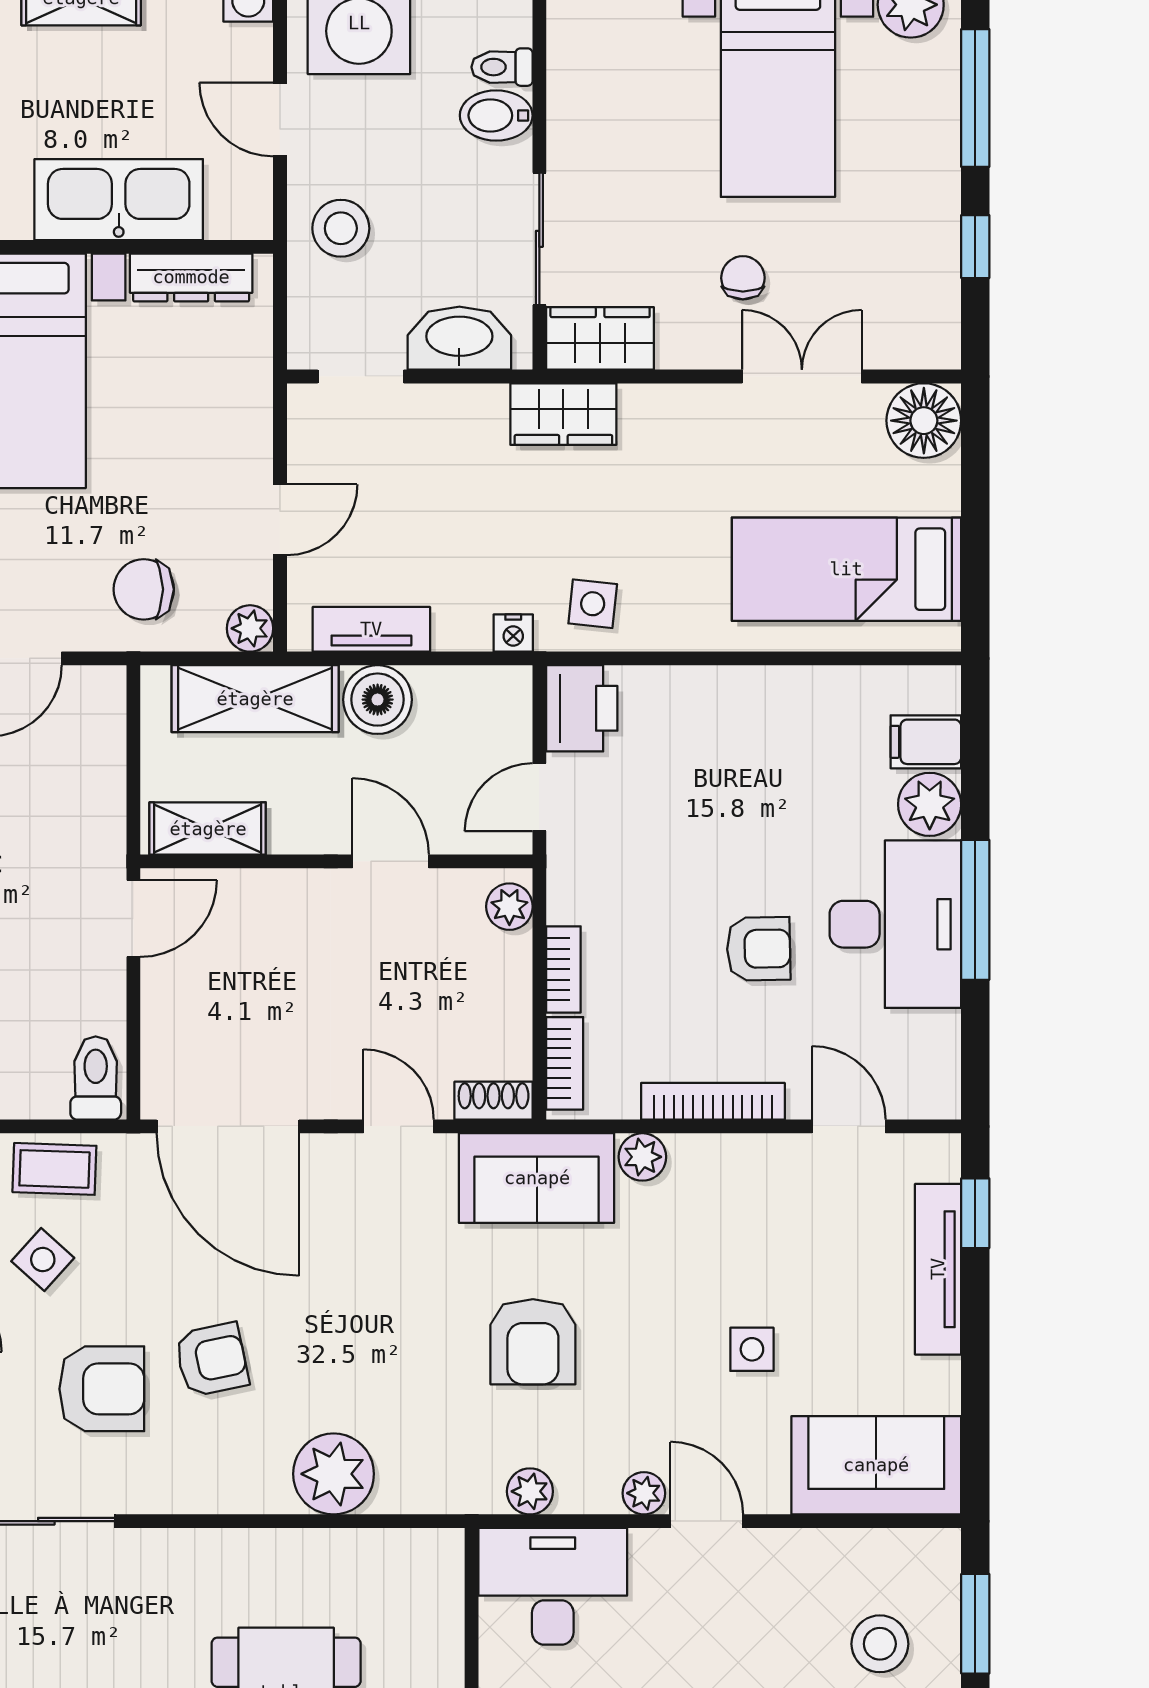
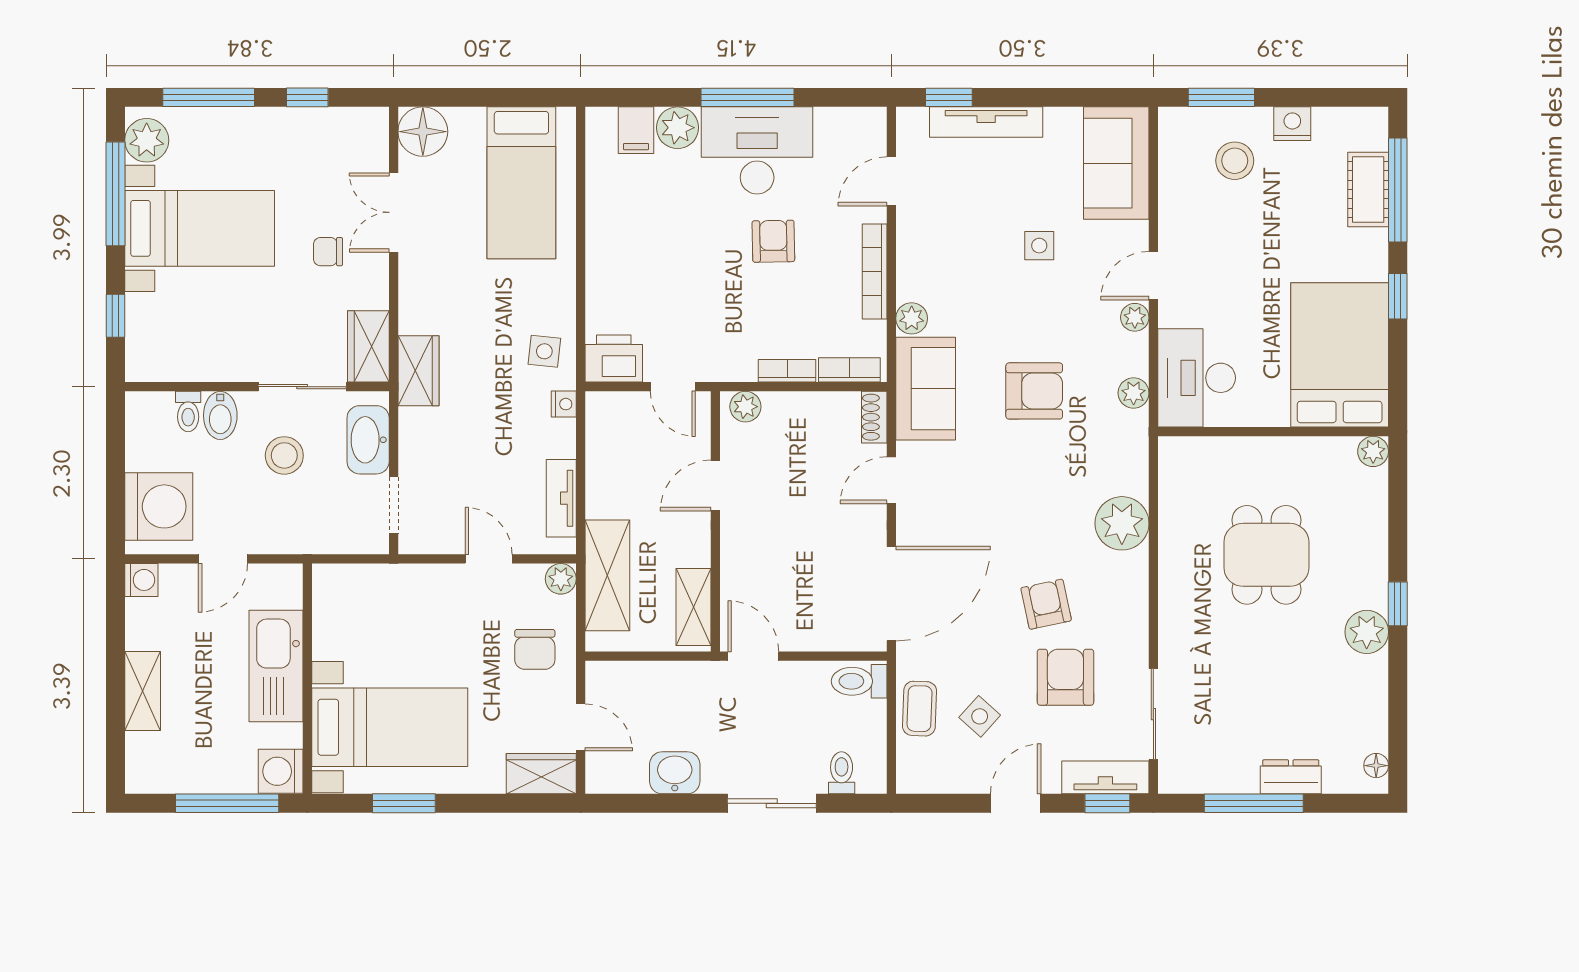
stool: (341, 228) -> (284, 455), moved
dresser: (191, 277) -> (328, 618), removed
boiler: (378, 700) -> (608, 494), removed

